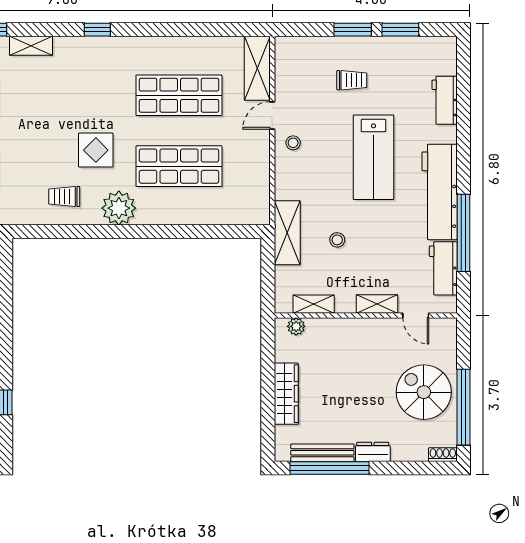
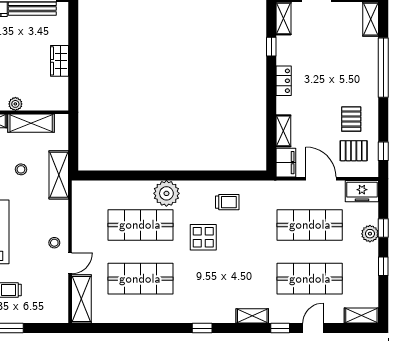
plant: (119, 208) -> (166, 193), moved
shelving: (314, 304) -> (31, 123), width x1.50, depth x1.33
plant: (296, 326) -> (15, 104), moved
wardrobe: (286, 394) -> (59, 61), width x0.67

